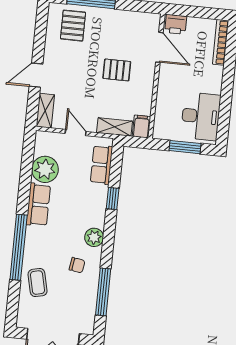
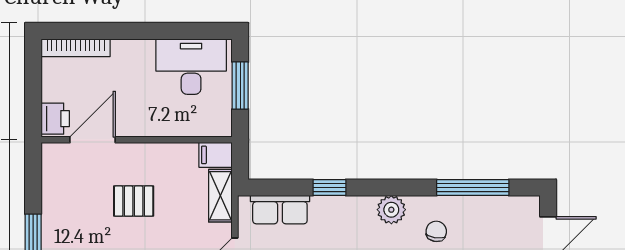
pallet: (117, 70) -> (134, 201), turned 90

